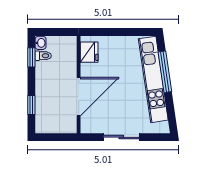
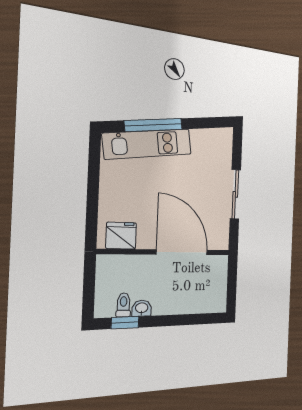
washbasin: (41, 43) -> (142, 308), moved
kitchen unit: (153, 79) -> (148, 144), width x0.73
window: (31, 105) -> (190, 319), removed

